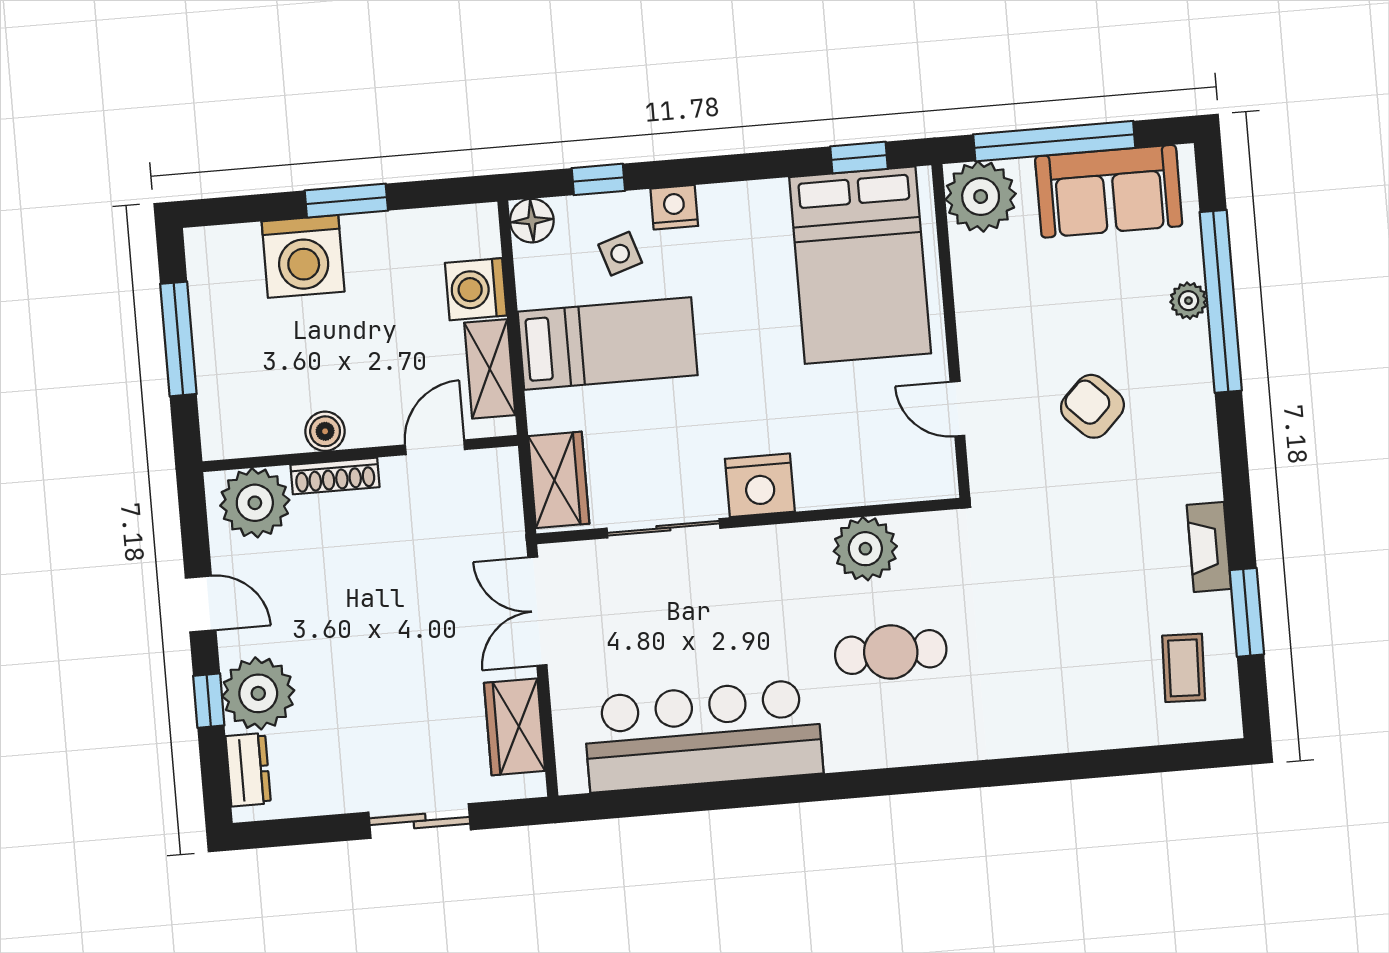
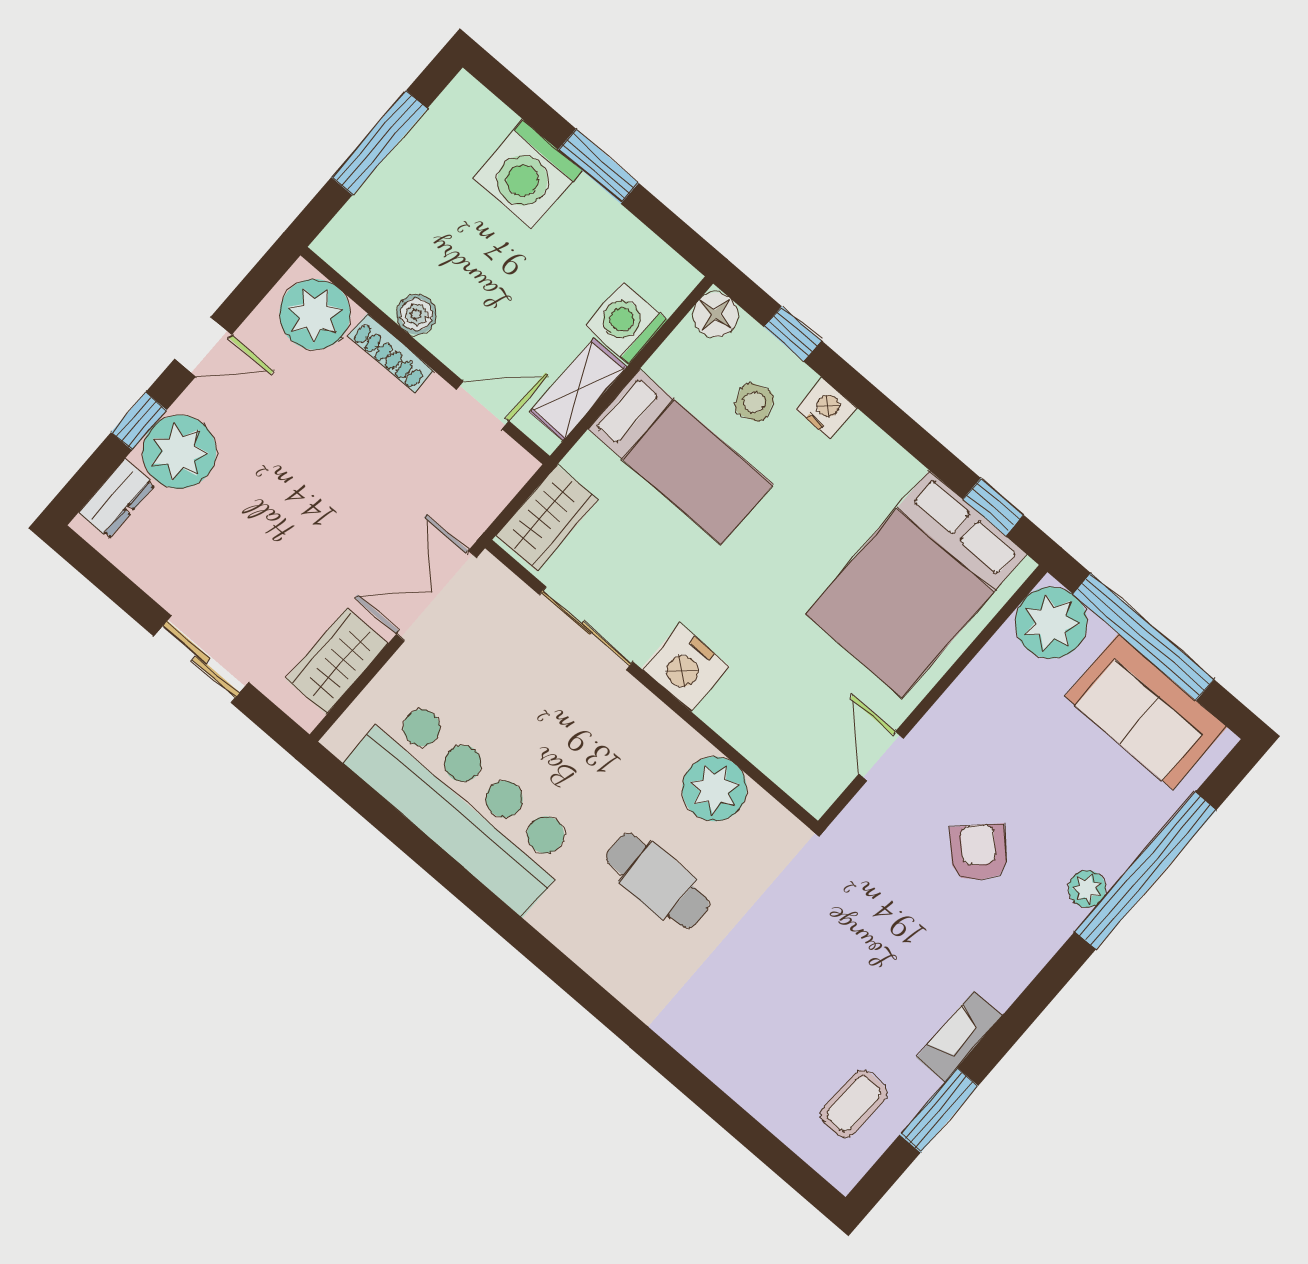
plant: (1189, 301) -> (1087, 889), moved
door: (201, 604) -> (203, 347), hinge flipped

